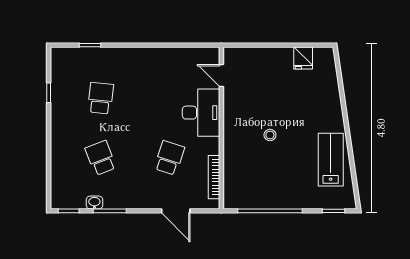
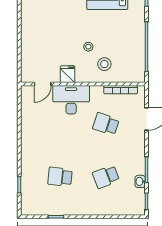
fridge: (303, 58) -> (68, 74), moved, turned -90
stool: (247, 156) -> (104, 64), added

